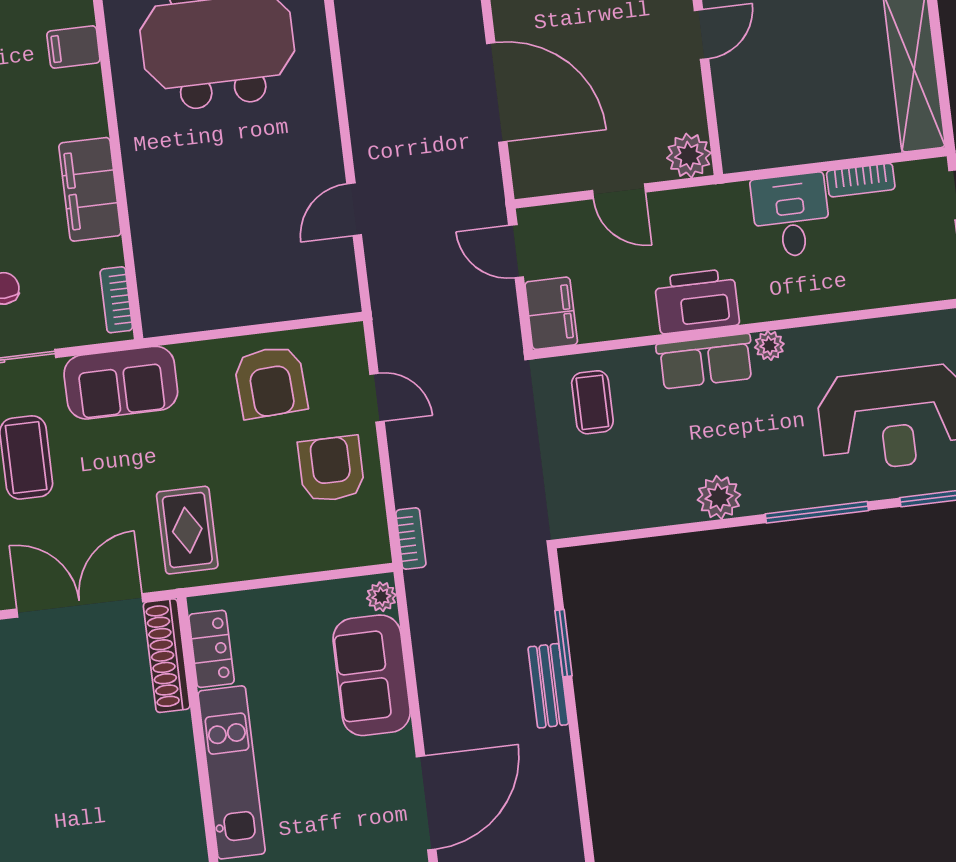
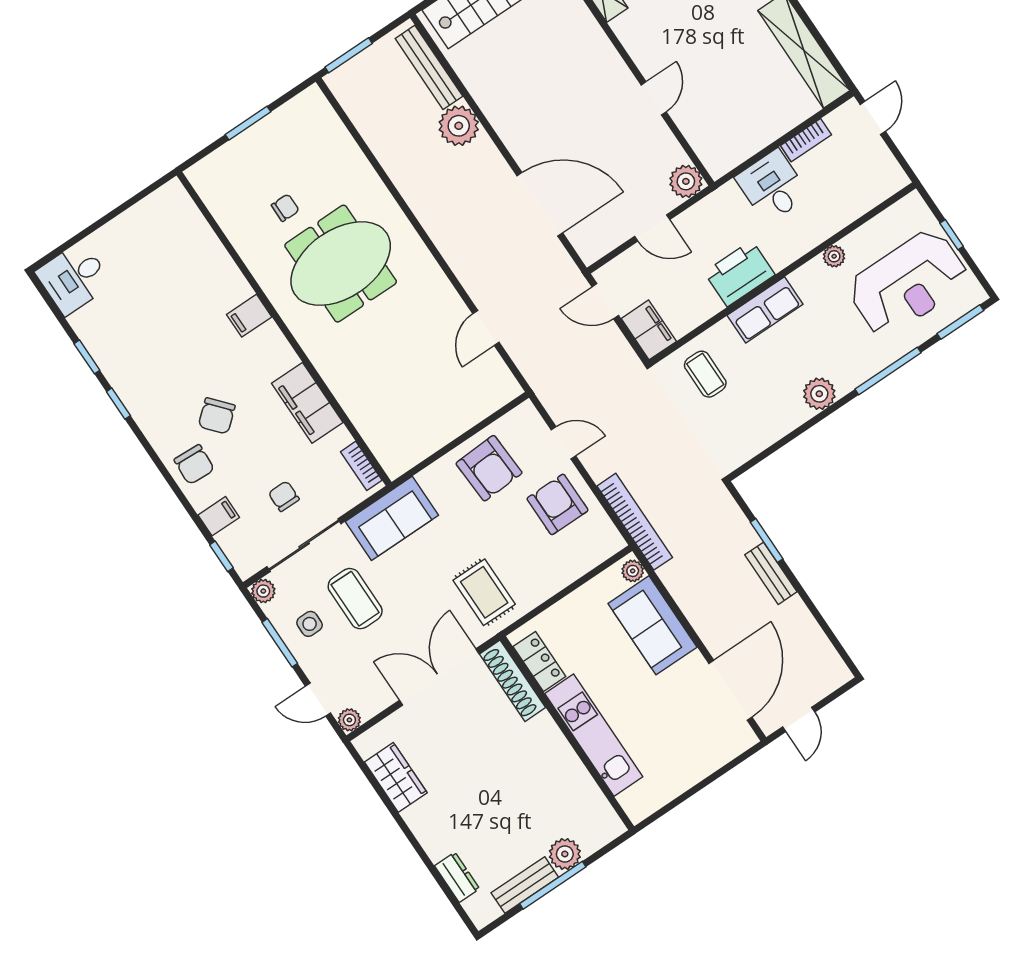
plant: (769, 346) -> (834, 256), moved
bookcase: (411, 538) -> (635, 522), width x2.31, depth x1.31

